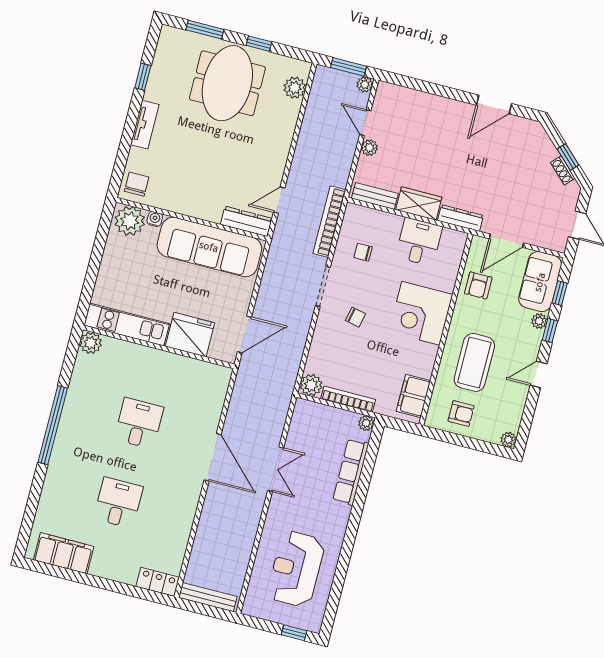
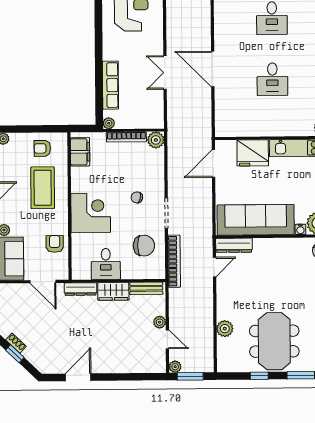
plant: (295, 88) -> (225, 329), moved
door: (506, 241) -> (43, 282), swing flipped
chair: (363, 252) -> (144, 246), width x1.87, depth x1.87

